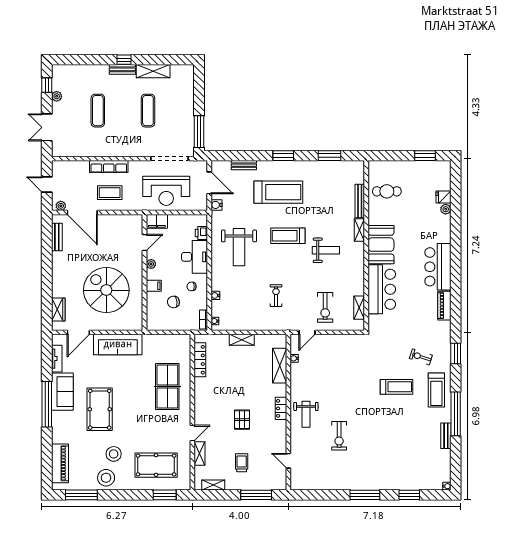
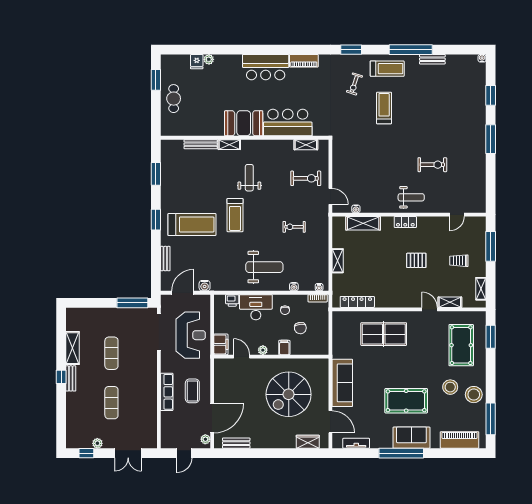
exercise mat: (98, 111) -> (111, 403), turned 90
exercise mat: (148, 111) -> (111, 353), turned 90
cafe table: (387, 191) -> (174, 99), moved
treadmill: (278, 192) -> (192, 225), turned 90
weight bench: (239, 247) -> (264, 267), moved
sofa: (62, 392) -> (411, 438), moved

